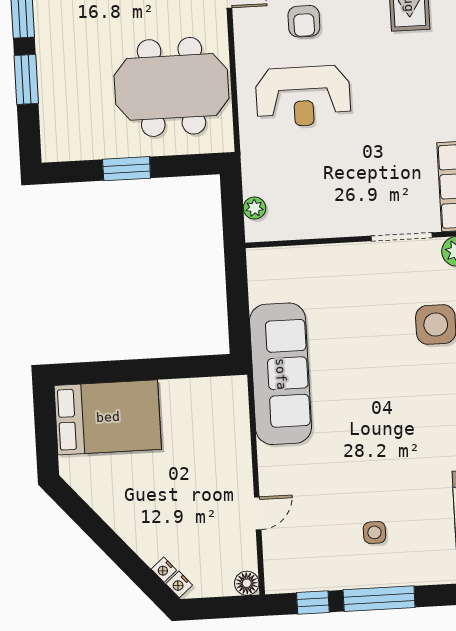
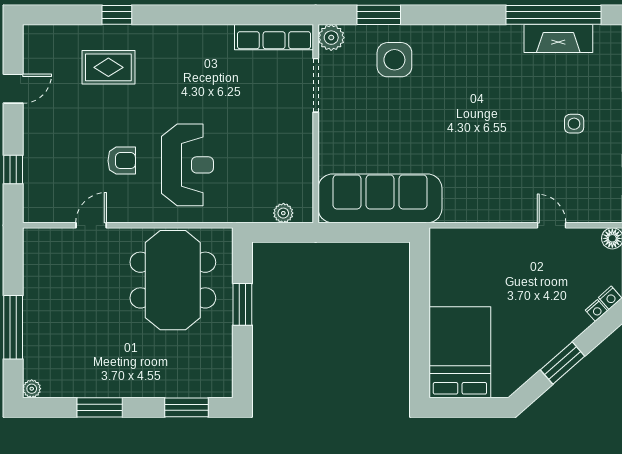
window: (26, 79) -> (186, 407), moved
window: (127, 169) -> (242, 304), moved
sofa: (281, 374) -> (380, 198), moved
window: (102, 535) -> (563, 363), added

